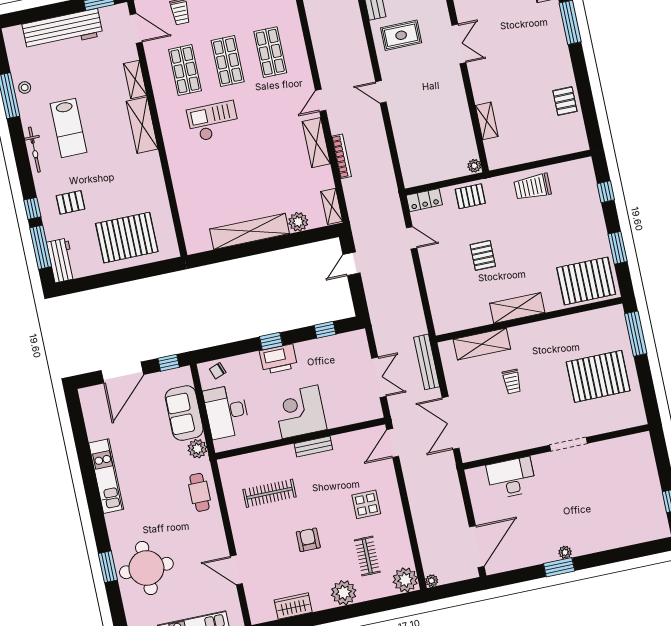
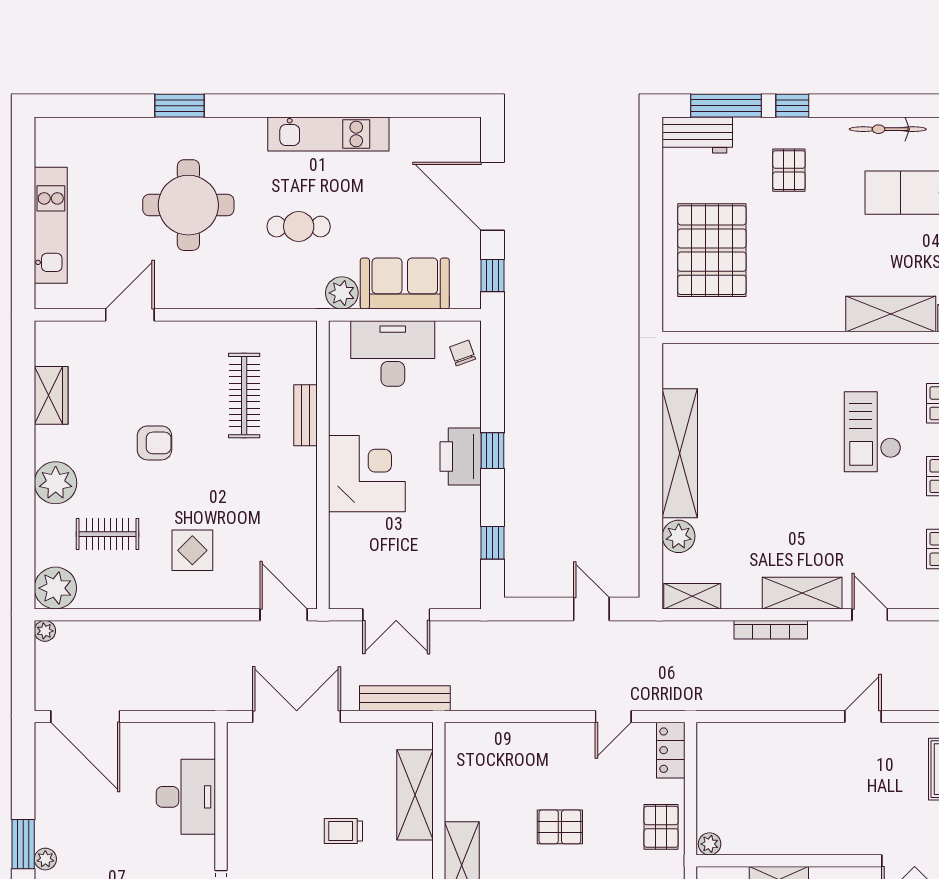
checkout: (213, 121) -> (872, 432), turned 180
bench: (313, 446) -> (306, 415), moved
cafe table: (199, 492) -> (299, 227), moved
round table: (146, 568) -> (188, 205), moved

